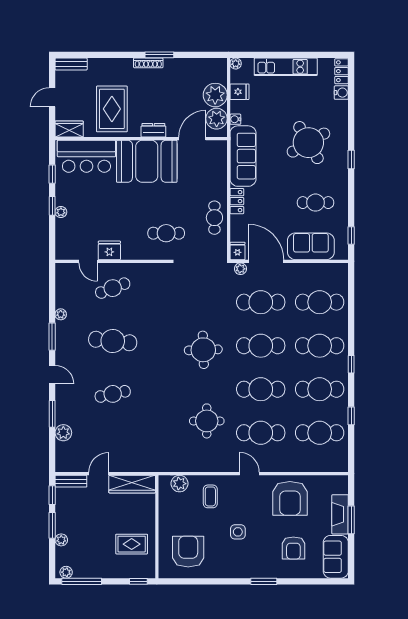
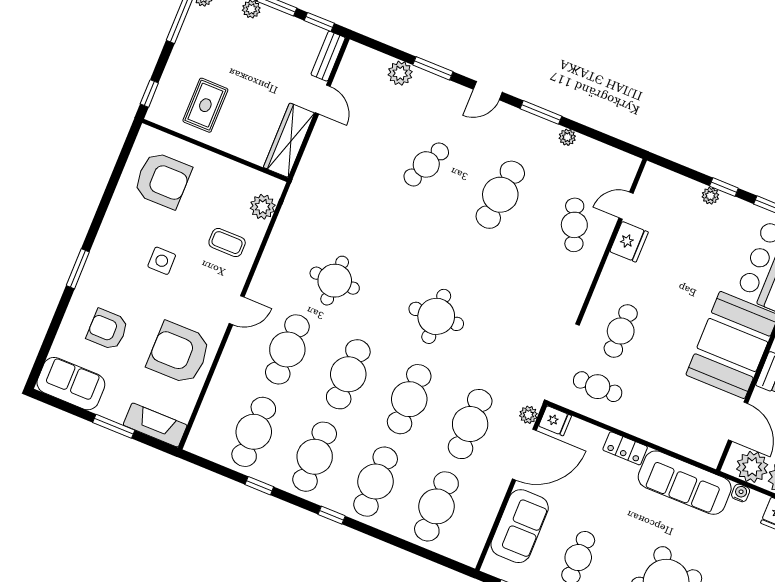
cafe table: (214, 218) -> (598, 387), moved
cafe table: (113, 394) -> (426, 164), turned 36
fireplace: (340, 514) -> (155, 425), moved

